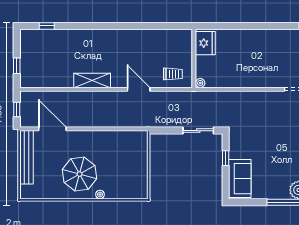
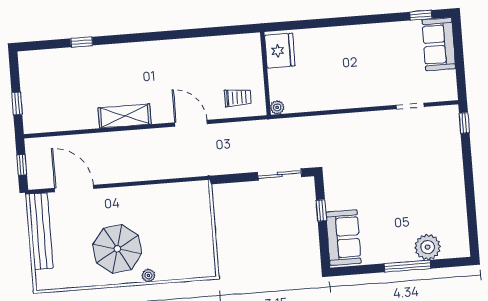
window: (47, 26) -> (82, 42), moved

